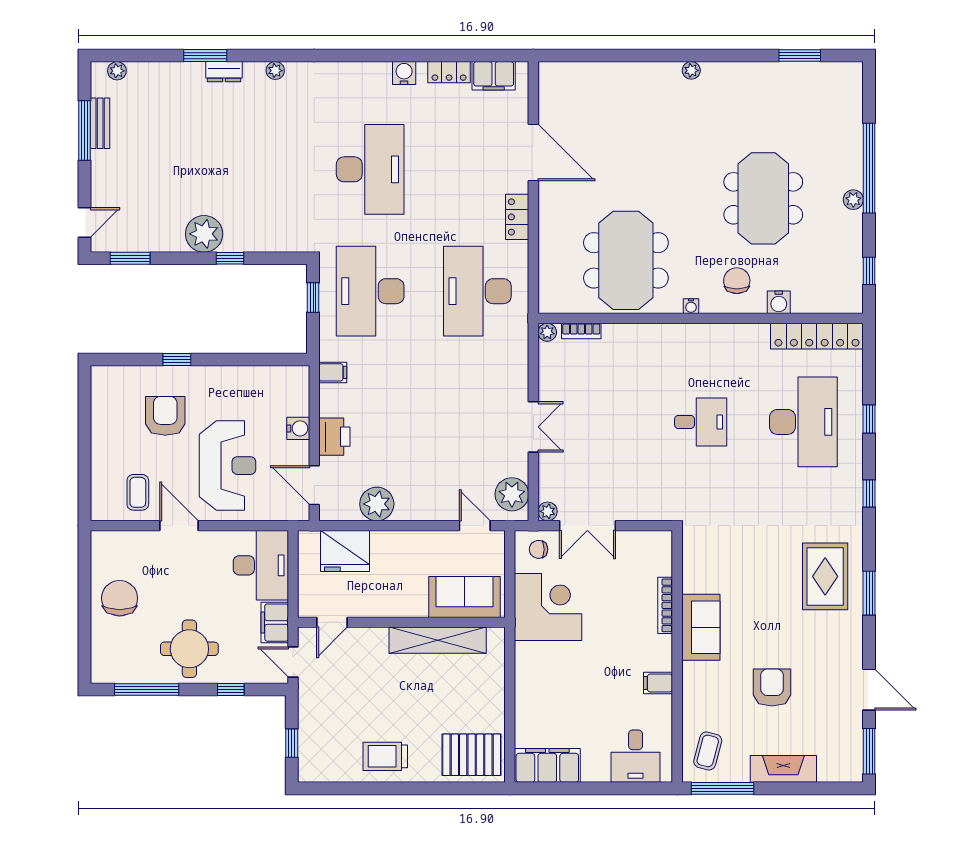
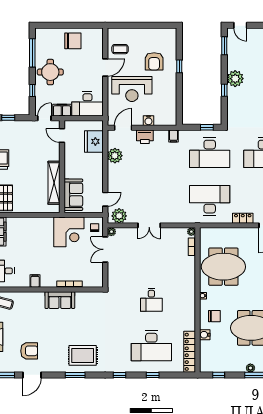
desk: (370, 291) -> (210, 153), turned 180
armchair: (165, 416) -> (154, 61), turned 90
armchair: (772, 687) -> (29, 351), moved

